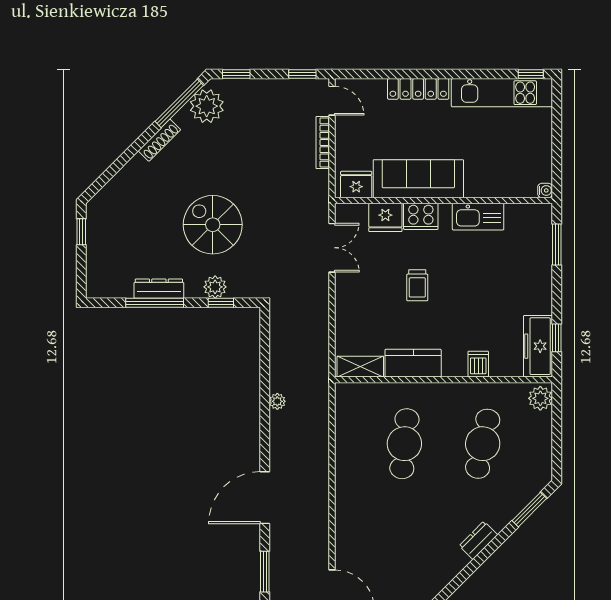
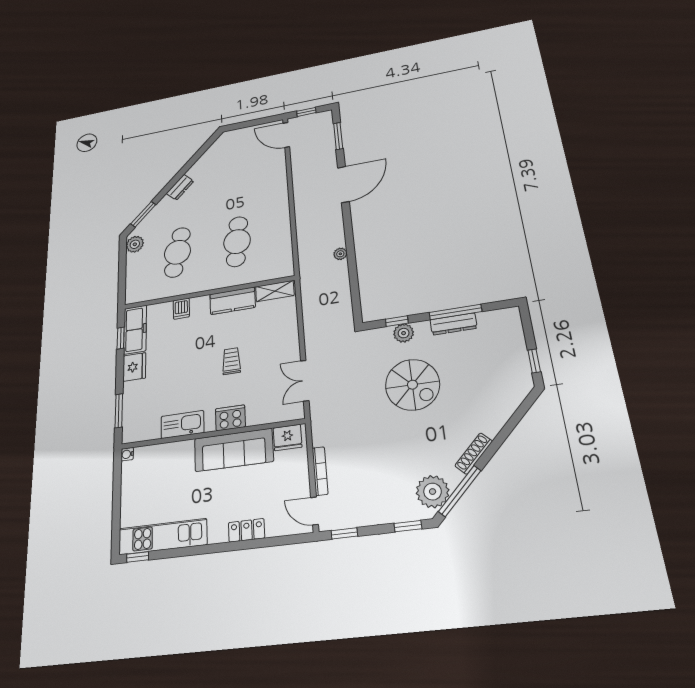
locker: (418, 89) -> (247, 530), width x0.66
fridge: (385, 217) -> (134, 367), moved, turned 90
plant: (540, 398) -> (135, 244), moved

